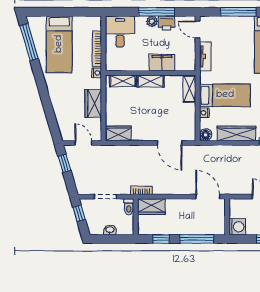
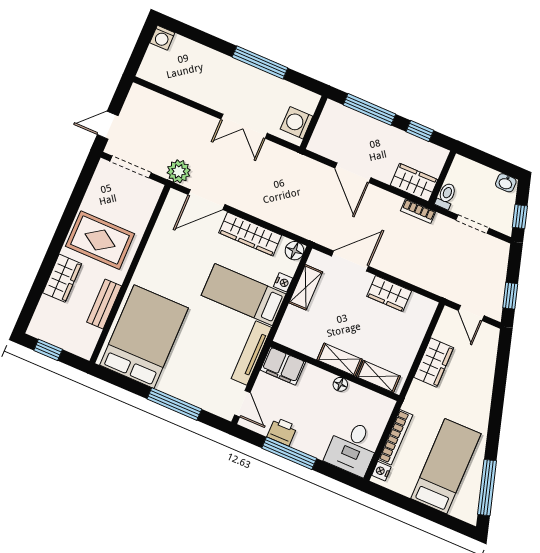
plant: (152, 21) -> (302, 442), removed
tv unit: (205, 56) -> (251, 353), width x1.41
filing cabinet: (162, 63) -> (283, 366), moved
floor lamp: (144, 66) -> (340, 384), added
nightstand: (97, 73) -> (381, 471), moved
shelving: (189, 89) -> (306, 287), moved
wardrobe: (118, 133) -> (389, 294), moved
door: (170, 143) -> (350, 261), hinge flipped
door: (208, 197) -> (353, 173), moved
washing machine: (237, 227) -> (297, 123), moved
washbasin: (110, 230) -> (506, 183), moved

